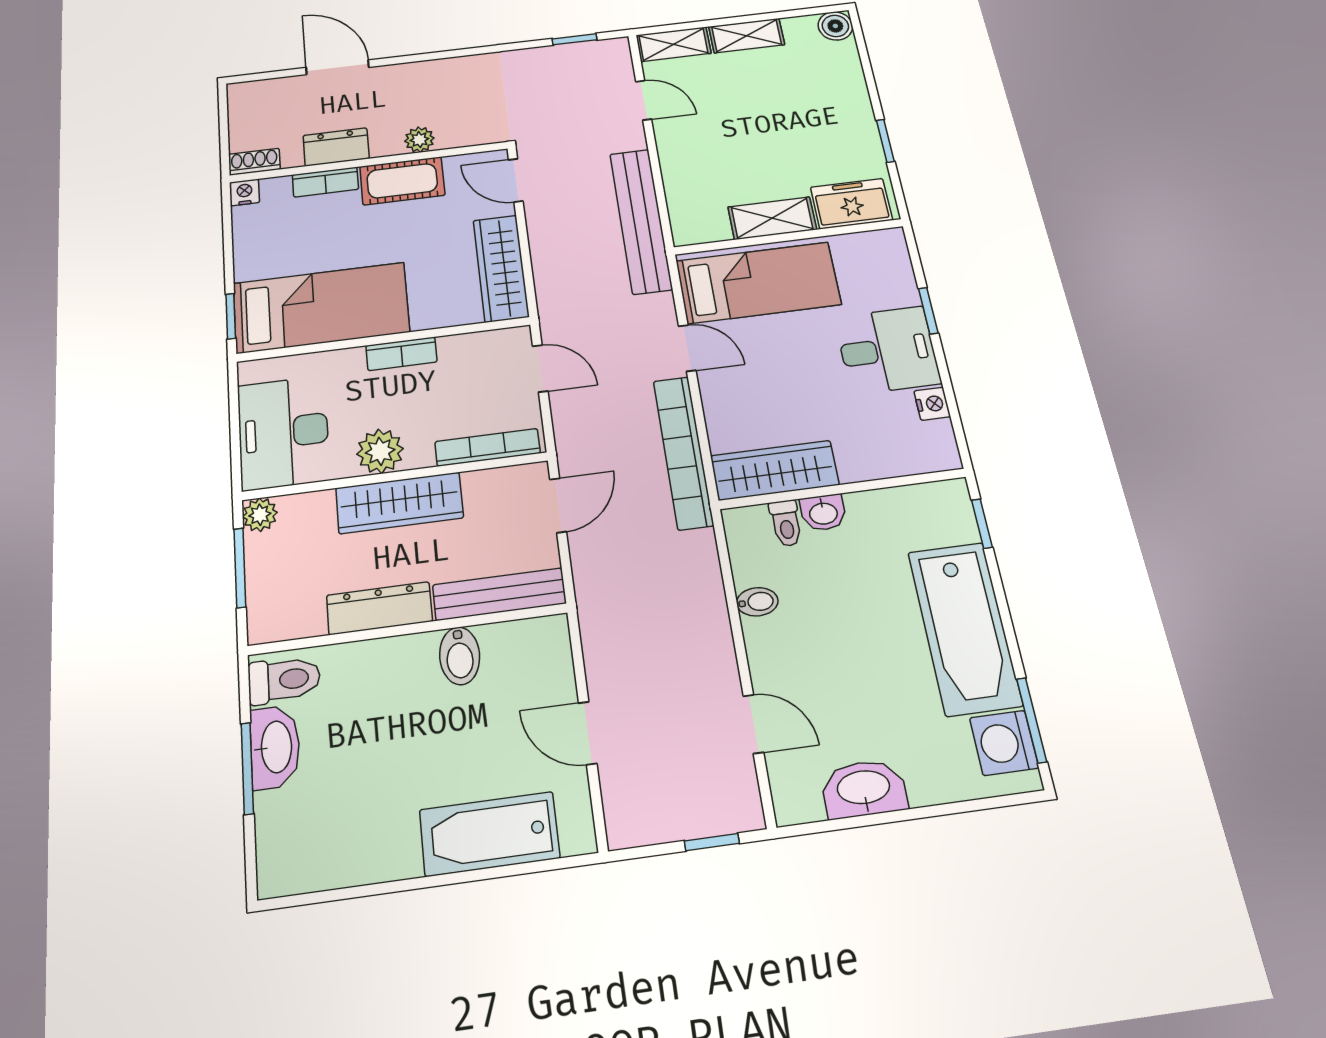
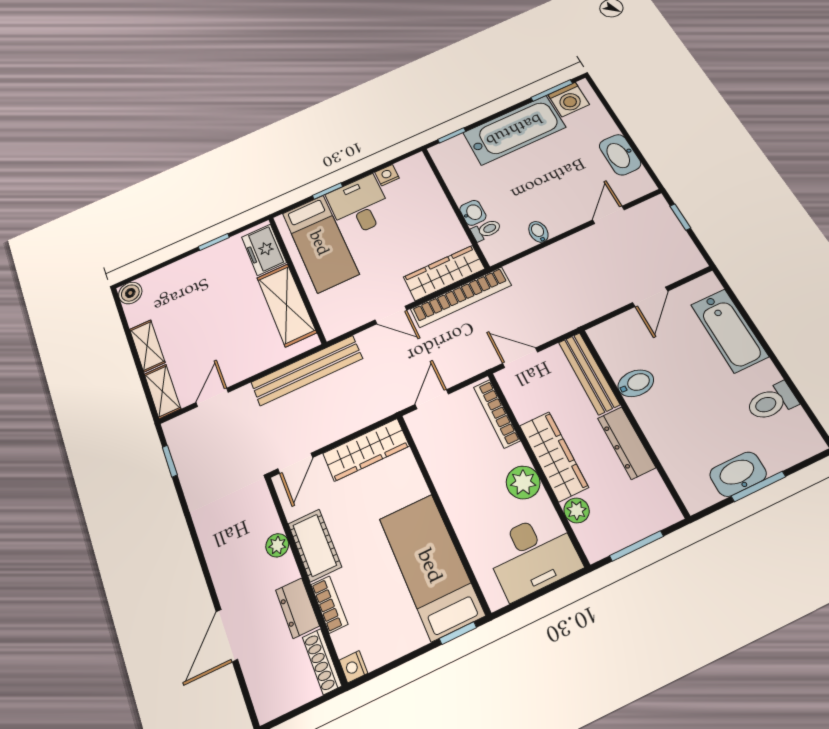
shoe rack: (254, 162) -> (322, 661), width x1.43
shelving: (772, 218) -> (286, 305), width x1.50, depth x1.33
bed: (758, 283) -> (320, 243), moved, turned 180
door: (687, 348) -> (391, 315), swing flipped
bookcase: (401, 354) -> (449, 495), removed
wardrobe: (775, 470) -> (444, 273), moved, turned 90
plant: (260, 515) -> (577, 510), moved
toilet: (284, 680) -> (772, 402), moved, turned -90

